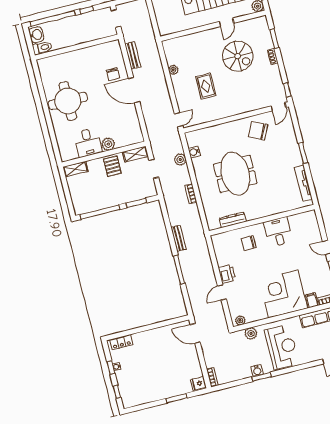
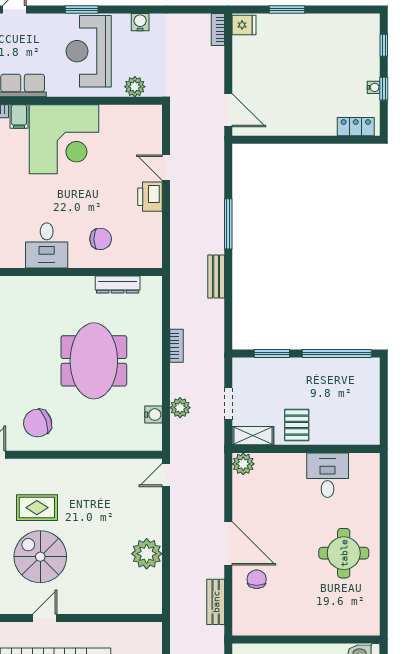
plant: (173, 70) -> (147, 554), width x1.87, depth x1.87
rug: (206, 86) -> (37, 508), moved, turned 90
round table: (68, 101) -> (344, 553), width x0.73, depth x0.73
chair: (258, 131) -> (38, 423), turned 134
plant: (108, 144) -> (243, 464), moved
shelving: (75, 169) -> (360, 436), removed
door: (222, 292) -> (166, 168), swing flipped
plant: (240, 320) -> (147, 113), removed
window: (262, 377) -> (82, 9), moved

